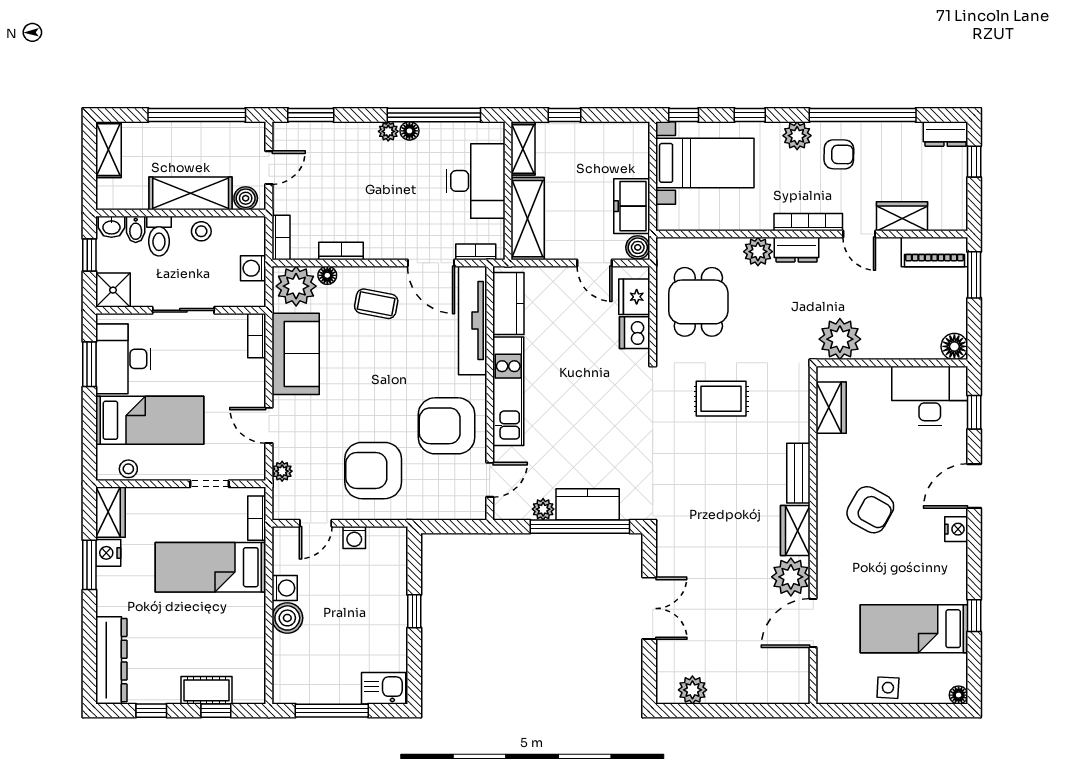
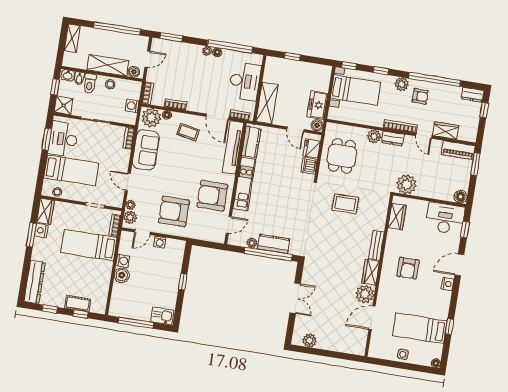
shelving: (523, 149) -> (270, 70), removed
plant: (285, 497) -> (130, 217), added
armchair: (870, 510) -> (408, 268), turned 61

